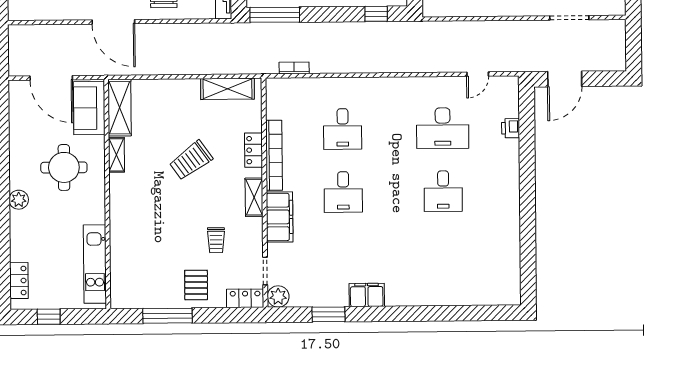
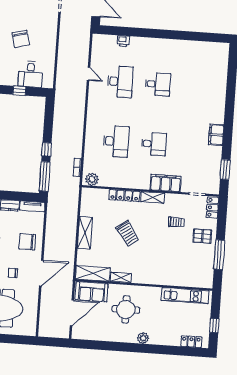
window: (376, 14) -> (47, 149), moved
door: (478, 74) -> (89, 74), moved
shelving: (227, 89) -> (85, 233), moved
desk: (343, 129) -> (116, 141), width x1.37
locker: (254, 150) -> (124, 195), width x1.53
bookcase: (274, 155) -> (128, 184), removed
plant: (278, 296) -> (92, 179), moved
window: (328, 314) -> (225, 170), moved

